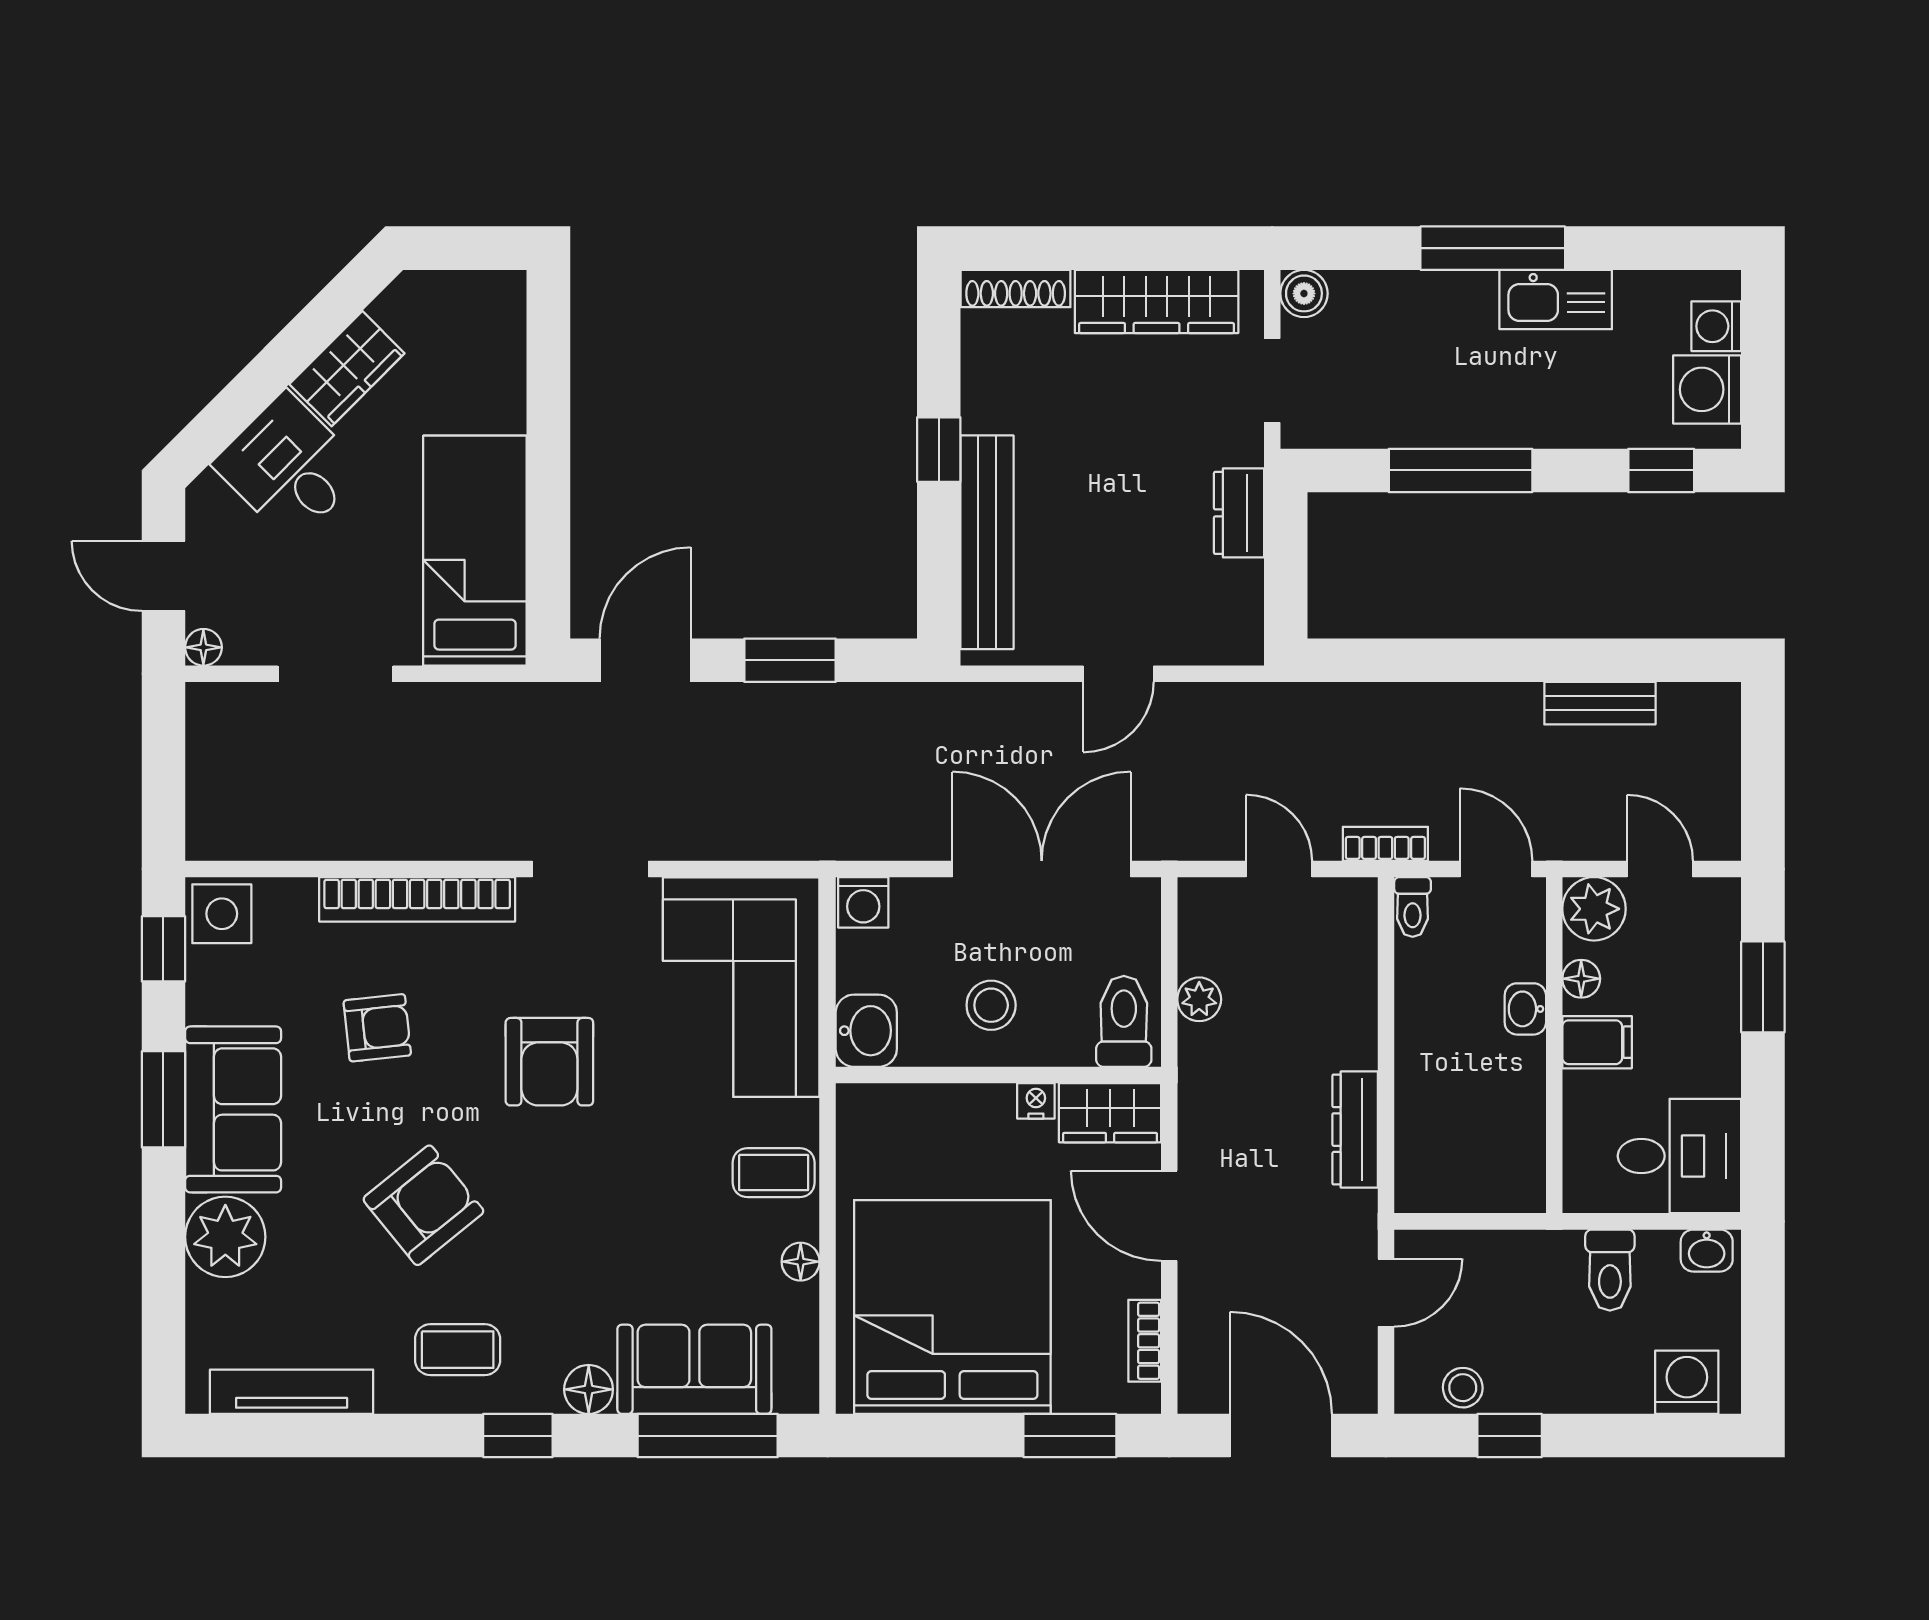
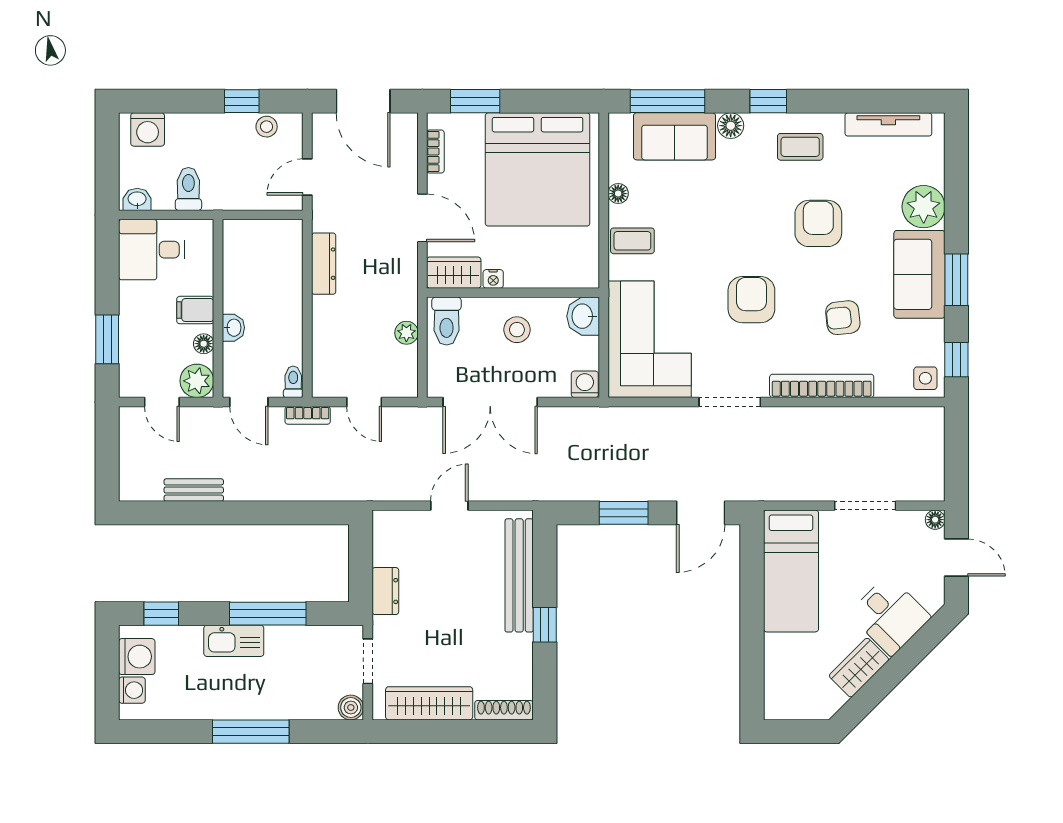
kitchen sink: (1556, 300) -> (234, 641), moved, turned 180
side table: (222, 914) -> (925, 378), width x0.73, depth x0.73
armchair: (423, 1205) -> (818, 223), turned 129

